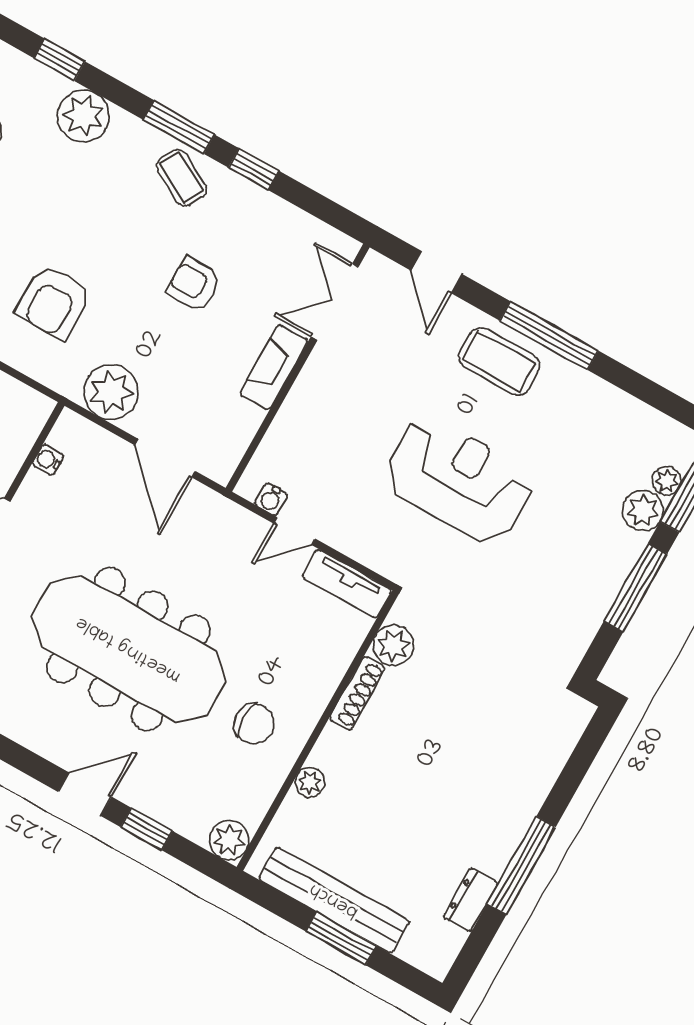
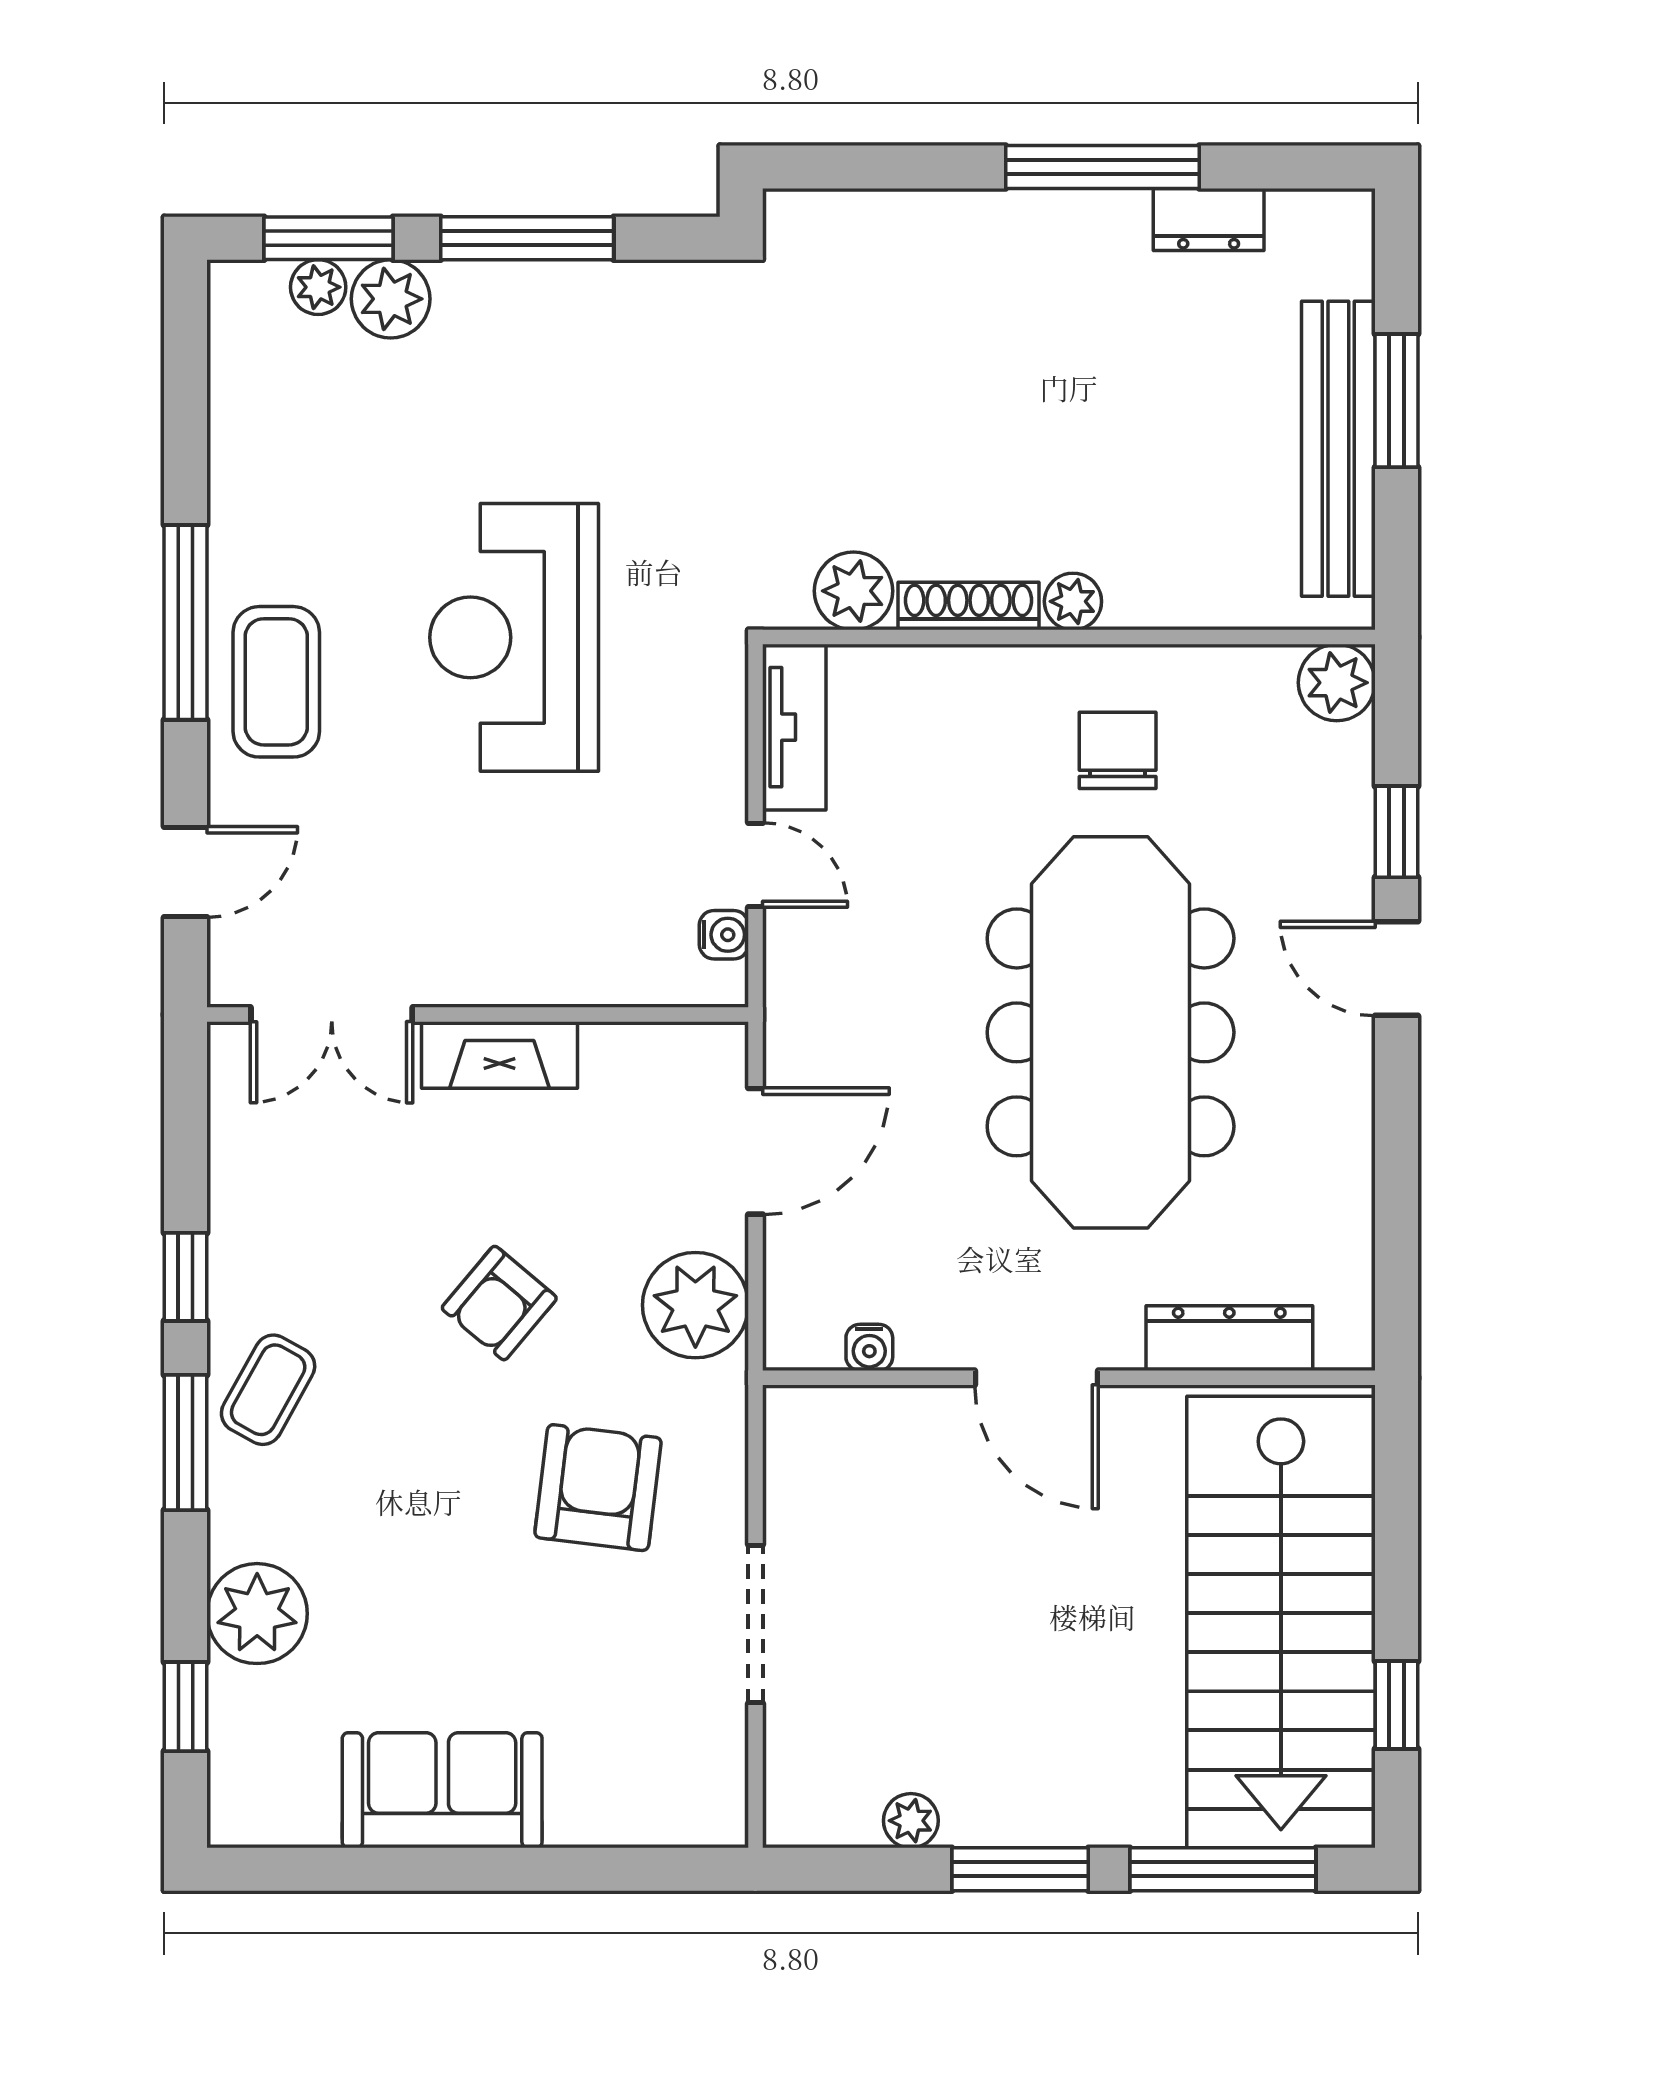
armchair: (194, 284) -> (499, 1303), moved, turned 40
armchair: (54, 302) -> (598, 1488), turned -83
plant: (310, 782) -> (1073, 601), moved

